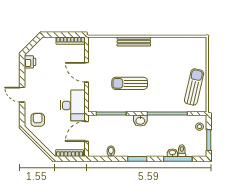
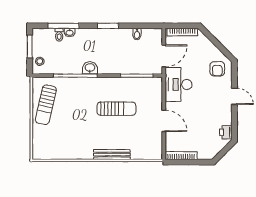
washbasin: (140, 121) -> (90, 68), moved

